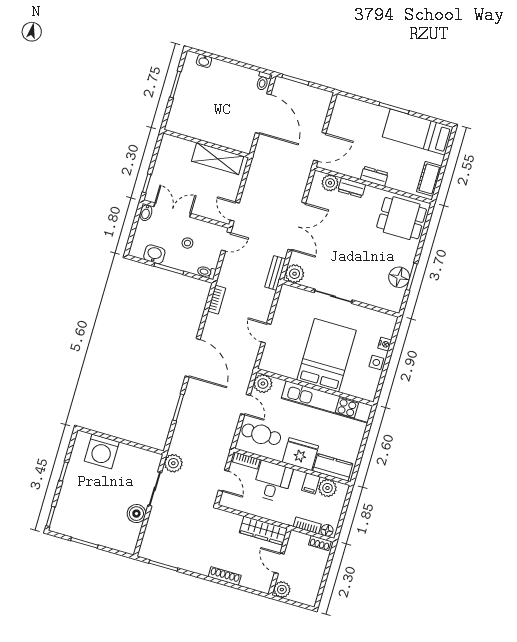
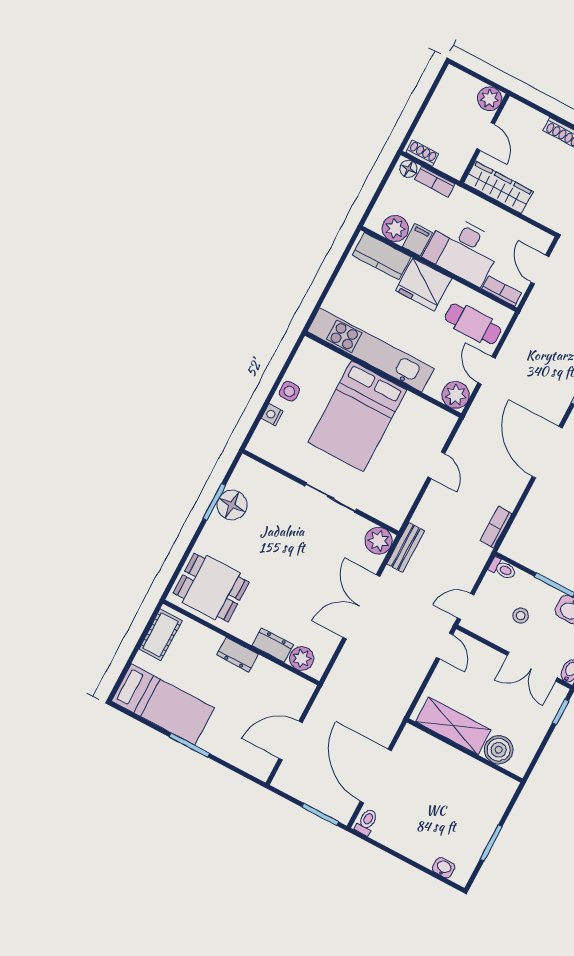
door: (320, 147) -> (291, 741), moved
boiler: (183, 149) -> (499, 750), added
desk: (273, 482) -> (463, 250), width x1.37

